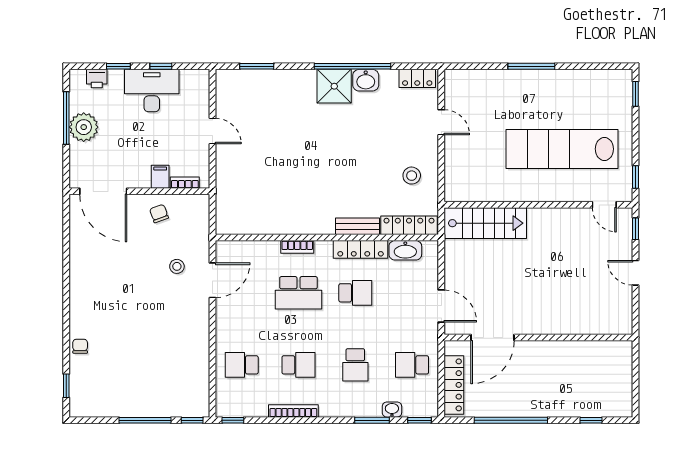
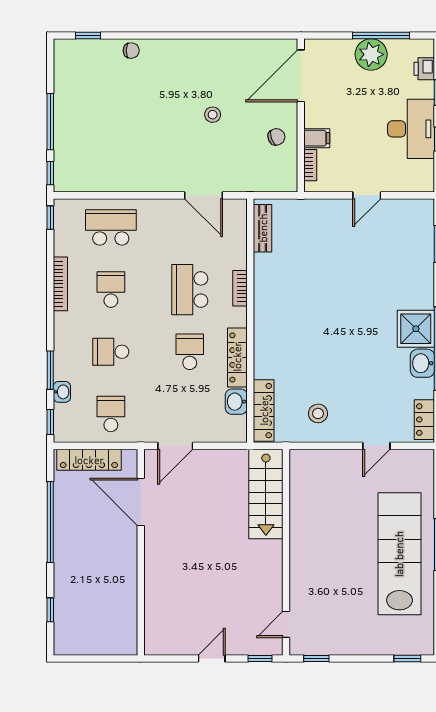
lab bench: (562, 149) -> (399, 554), moved
bench: (357, 226) -> (263, 228), moved
washbasin: (405, 250) -> (236, 402), width x0.72
stool: (177, 266) -> (213, 115), moved
school desk: (355, 293) -> (190, 352), turned 180
school desk: (242, 365) -> (111, 227), width x1.85
school desk: (298, 365) -> (111, 290), turned 180

